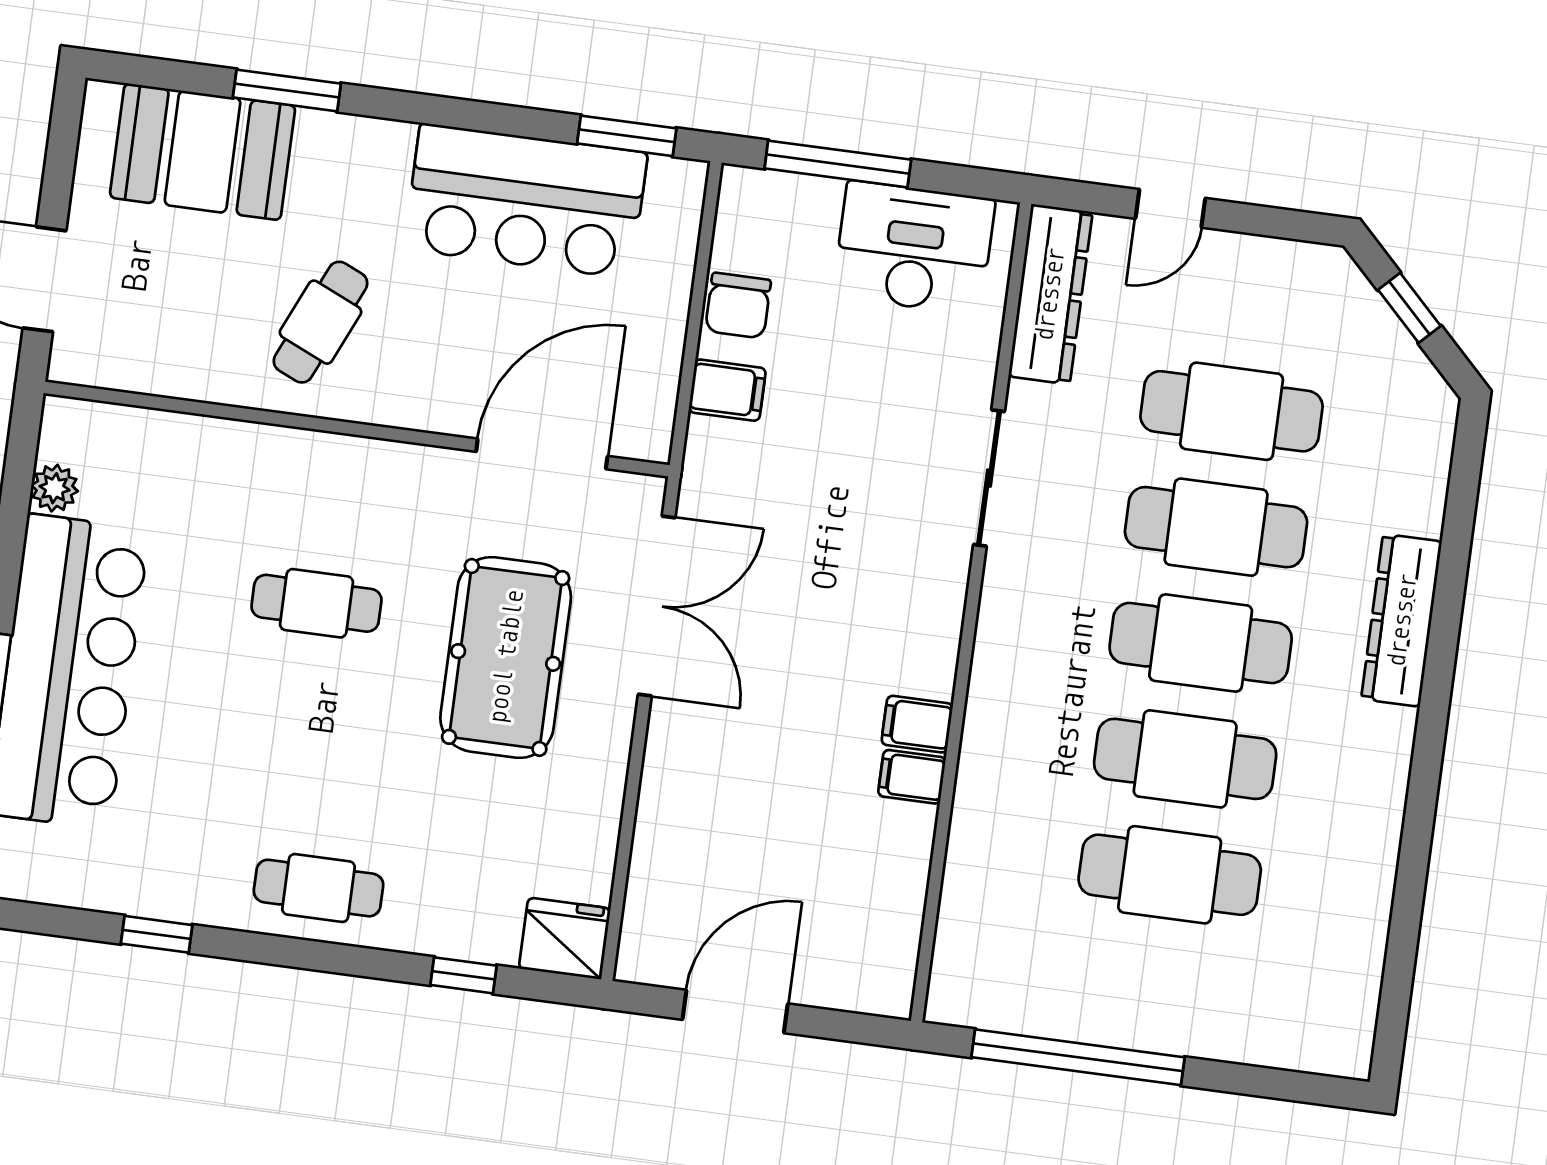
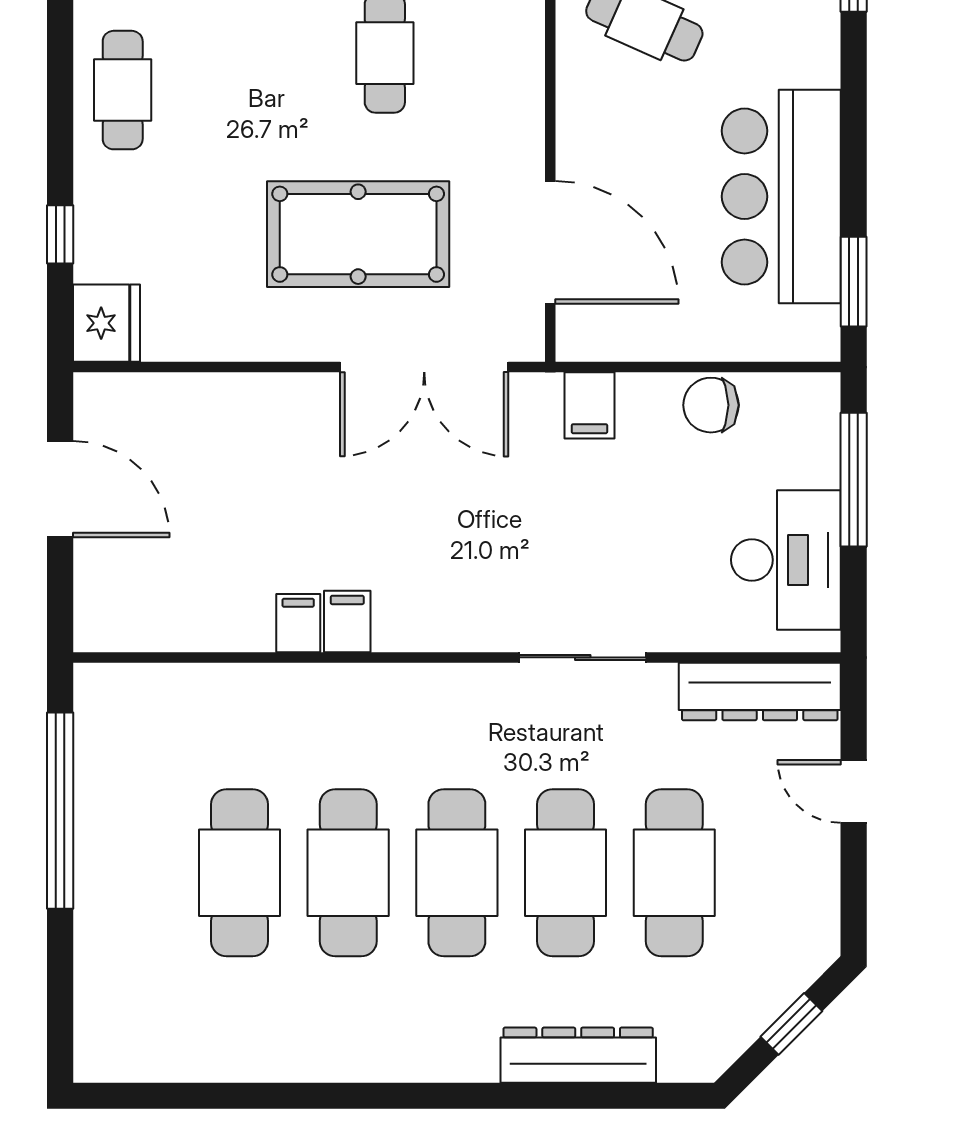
filing cabinet: (727, 390) -> (589, 405), moved
dresser: (1402, 620) -> (578, 1055), moved

